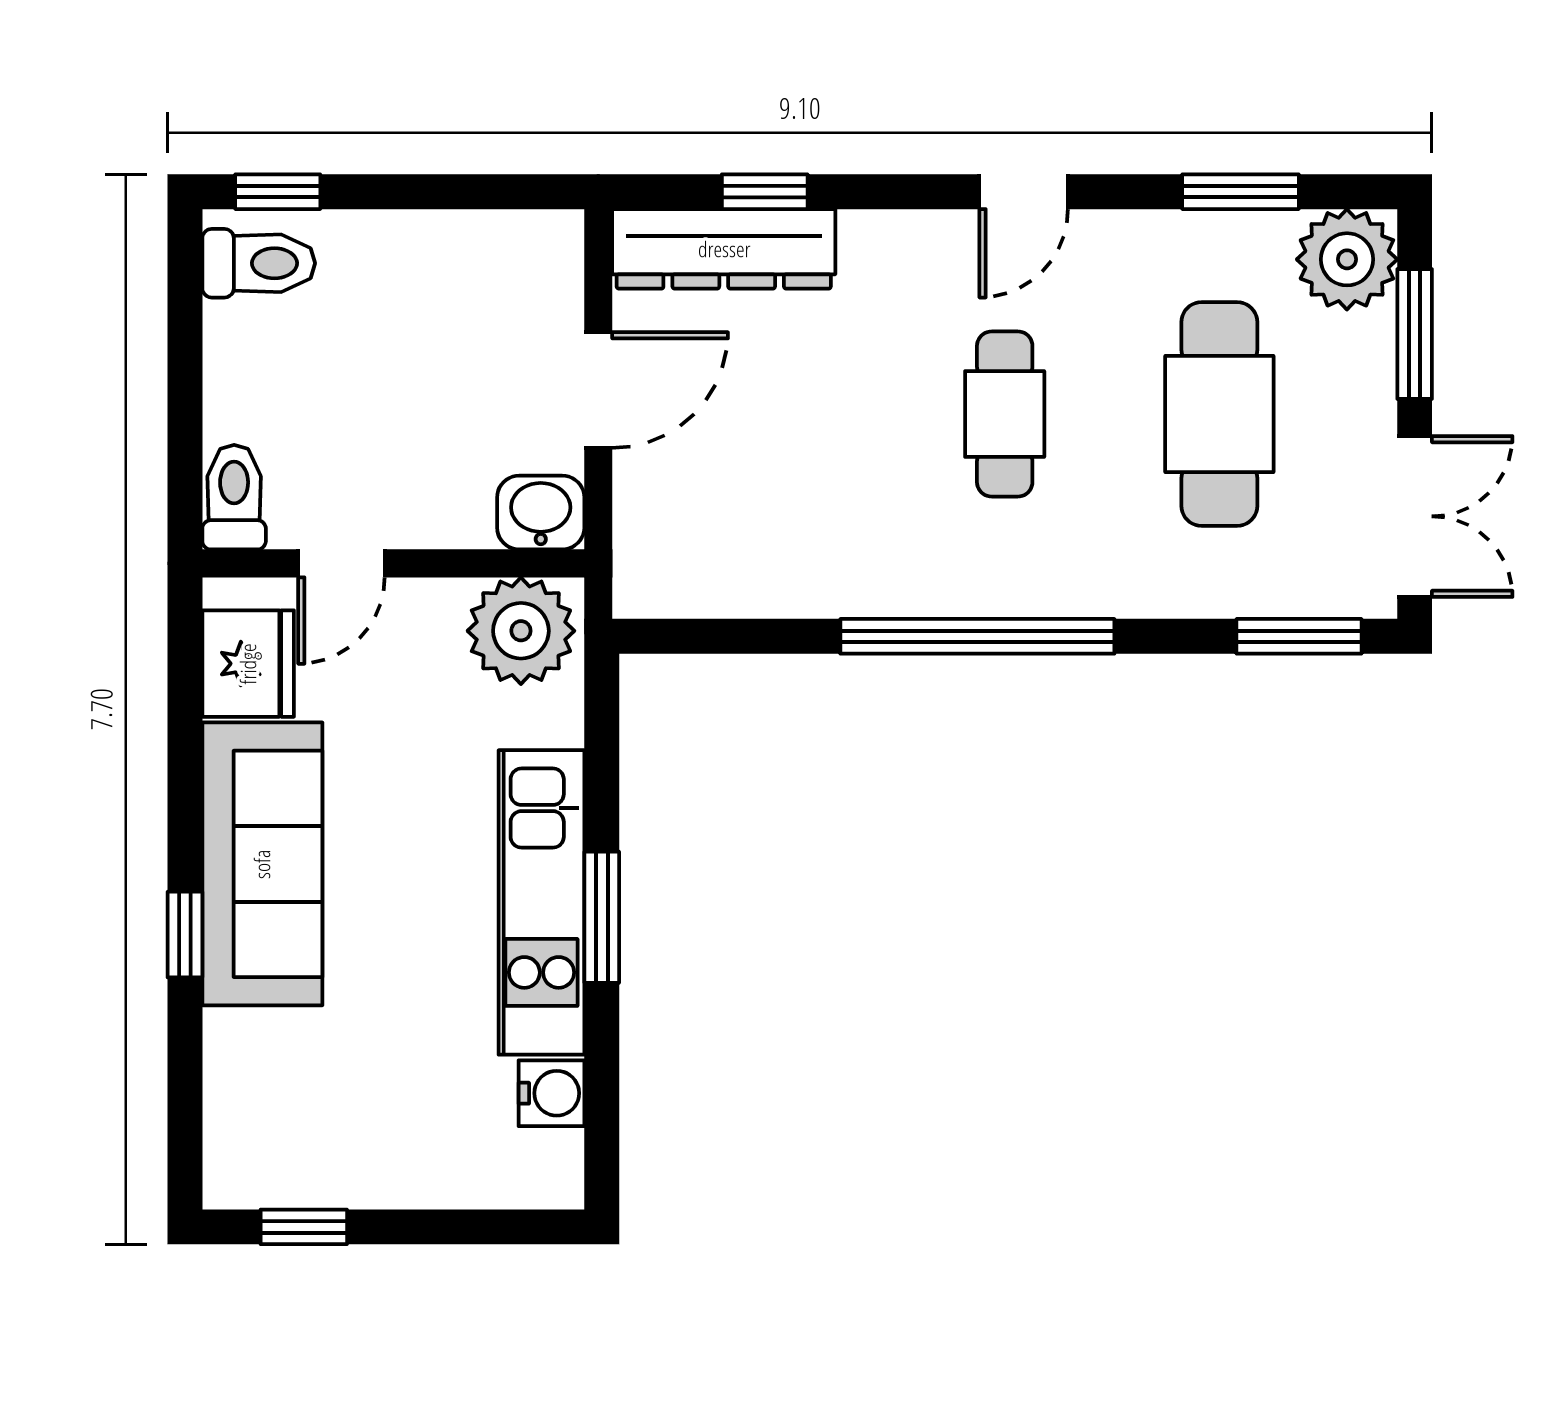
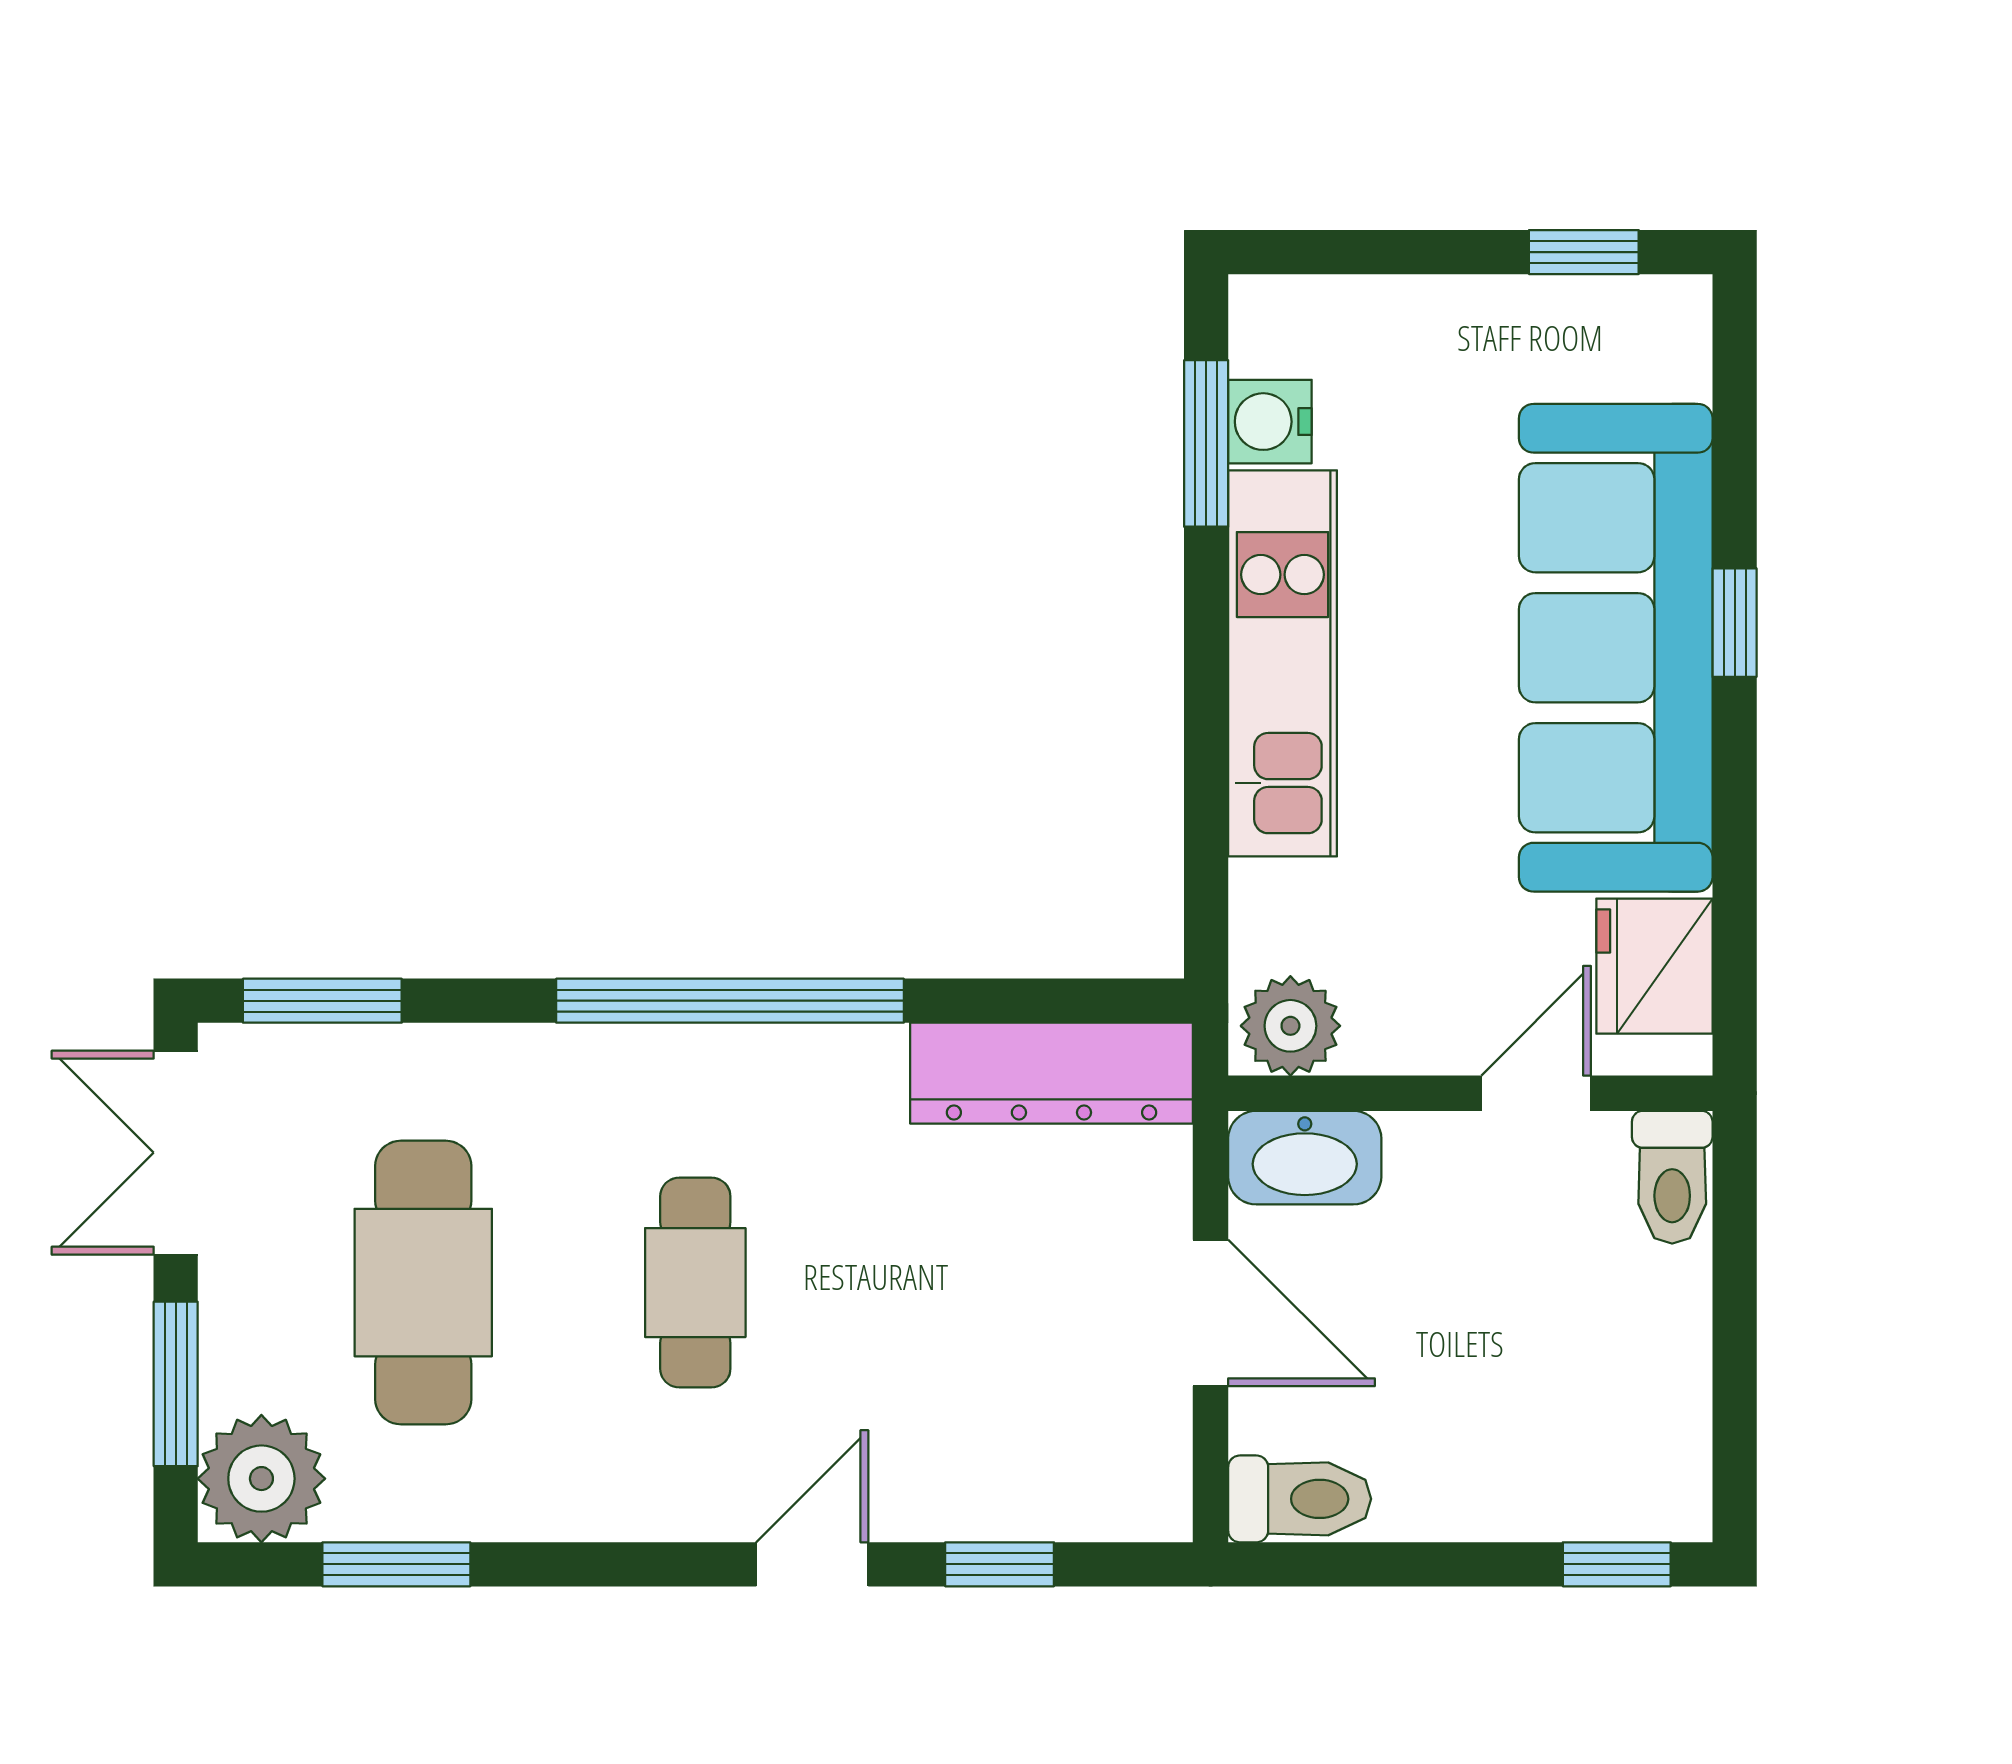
door: (1024, 192) -> (812, 1564), moved
dresser: (724, 249) -> (1051, 1073), moved, turned 180
toilet: (259, 263) -> (1300, 1499), moved, turned 180
door: (598, 390) -> (1211, 1313), swing flipped
washbasin: (541, 513) -> (1305, 1158), width x1.38
plant: (521, 631) -> (1290, 1026), width x0.73, depth x0.73
sofa: (262, 864) -> (1616, 648), width x1.36, depth x1.27
window: (602, 917) -> (1206, 443), moved

